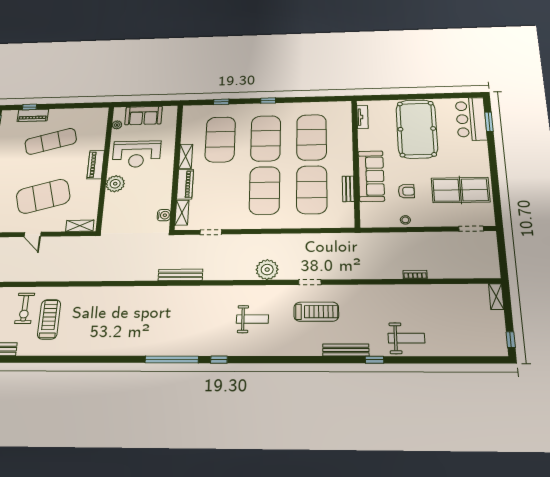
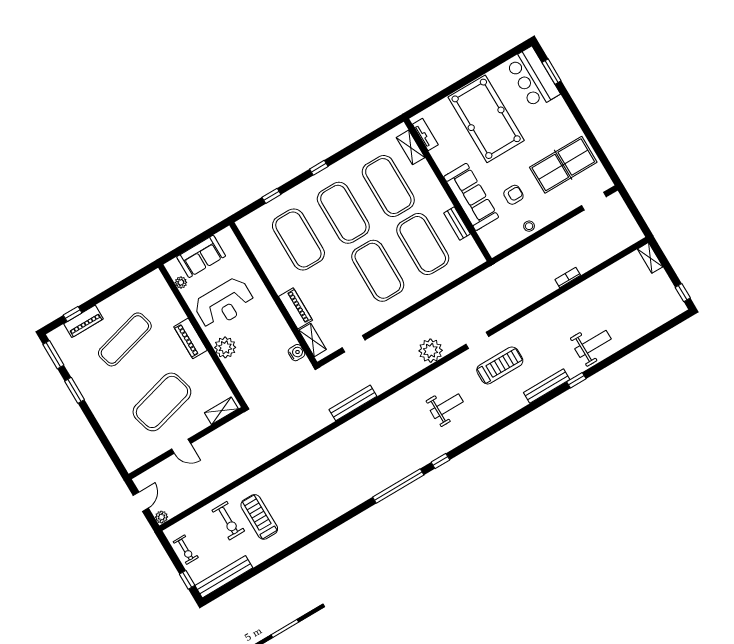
shelving: (186, 156) -> (411, 147), moved

